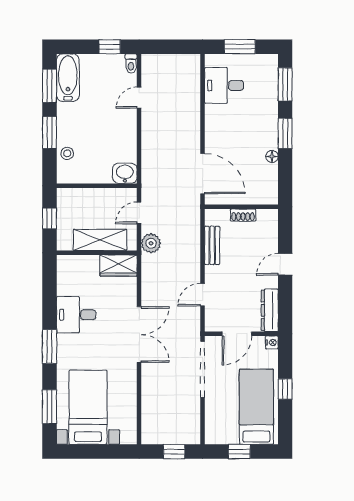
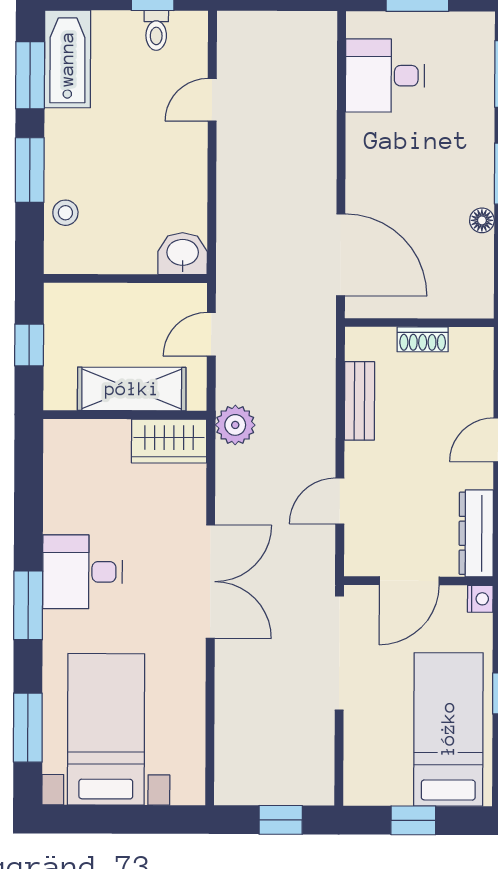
toilet: (131, 64) -> (156, 30), moved
plant: (151, 243) -> (235, 425), moved
desk: (76, 315) -> (82, 572), moved

